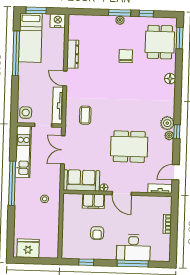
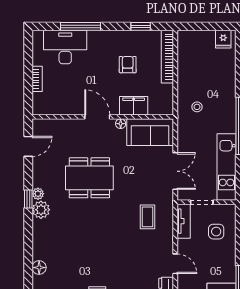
tv unit: (58, 106) -> (184, 221), width x0.71
side table: (26, 113) -> (216, 232), moved
tv unit: (160, 189) -> (48, 125), removed
bookcase: (66, 238) -> (167, 57), added
fridge: (28, 248) -> (223, 39), width x0.53, depth x0.75
desk: (133, 248) -> (65, 47), moved

